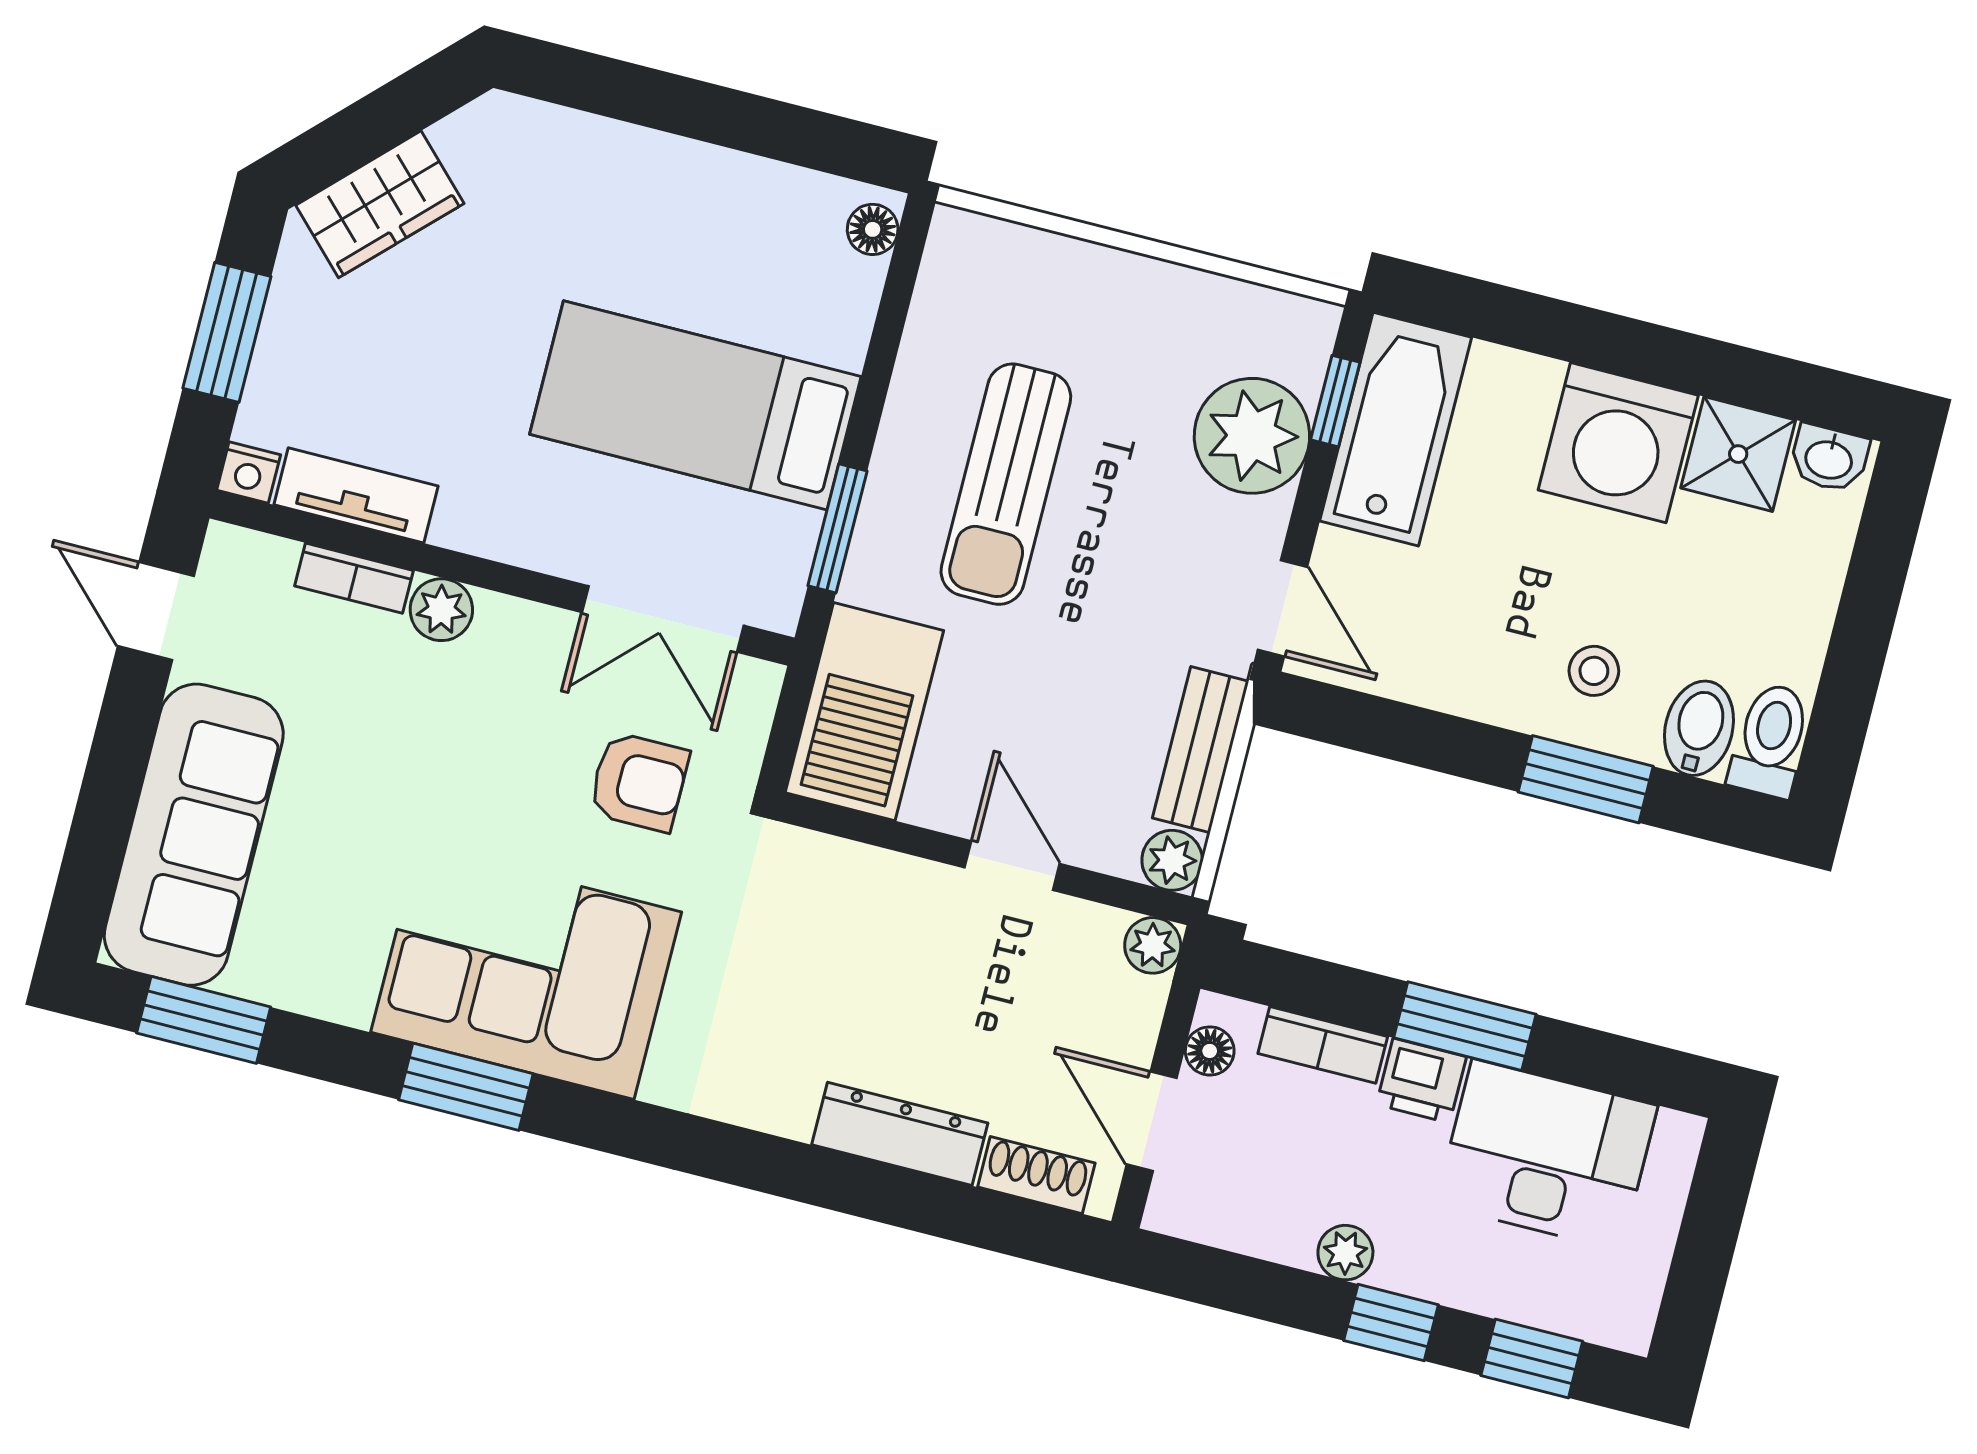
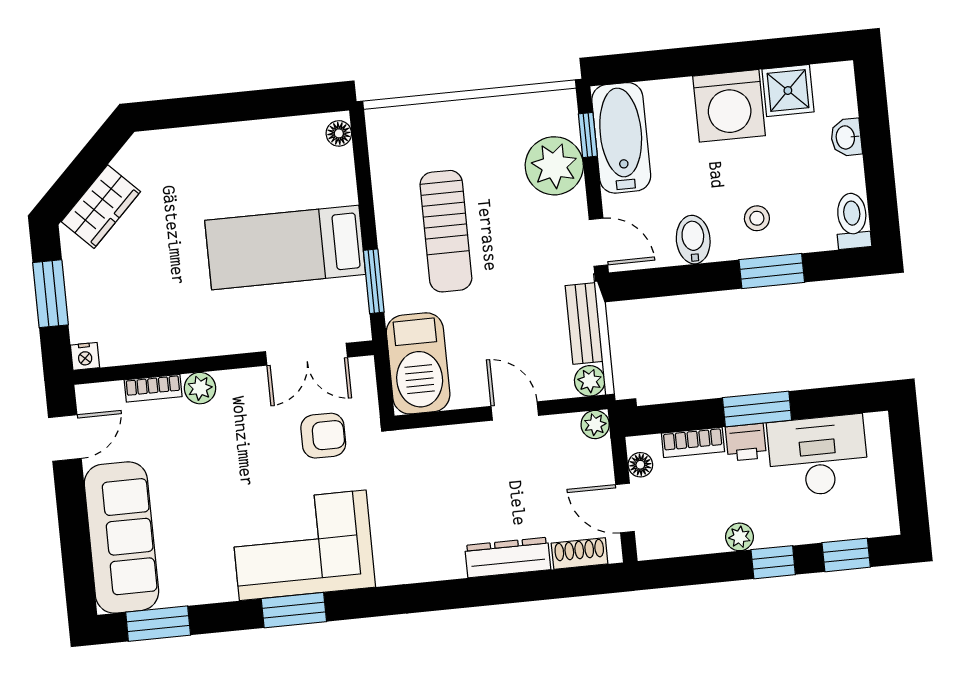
washbasin: (1829, 458) -> (846, 137), moved, turned 90
tv unit: (356, 495) -> (140, 349), removed
door: (156, 611) -> (65, 438), swing flipped
bidet: (1699, 728) -> (693, 240), moved

